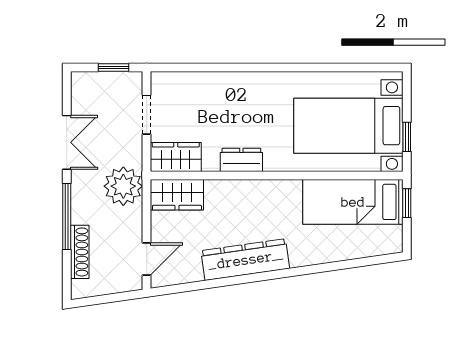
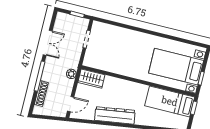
wardrobe: (176, 157) -> (95, 62), removed
dresser: (241, 160) -> (124, 70), removed
plant: (123, 186) -> (71, 74), width x0.53, depth x0.53

